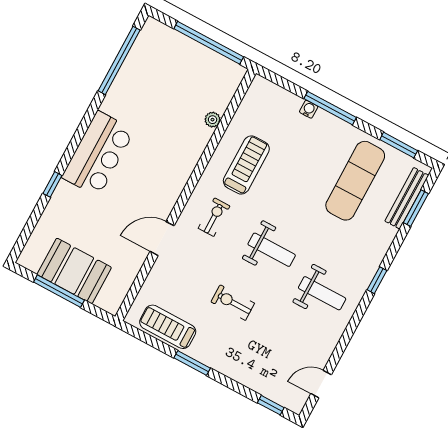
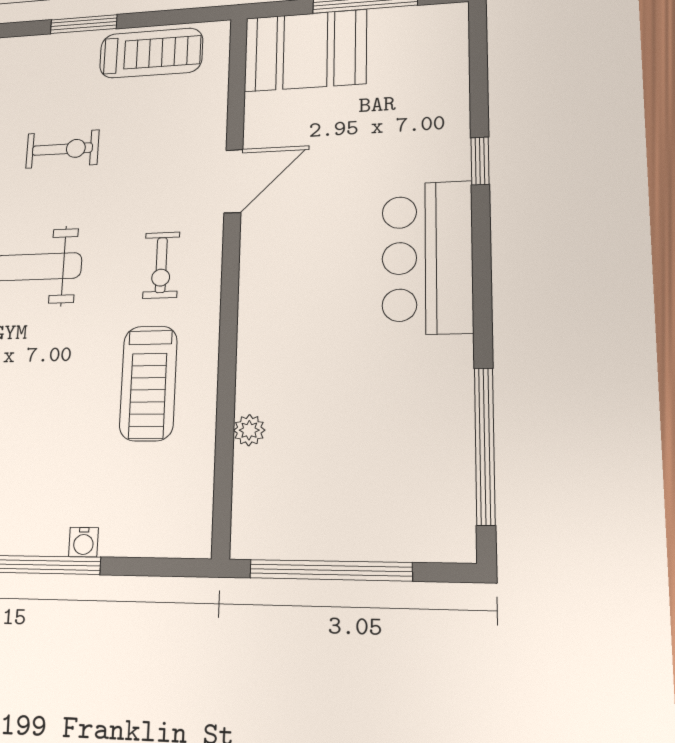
booth: (74, 271) -> (305, 51), moved

